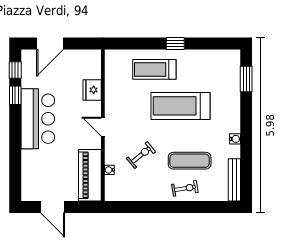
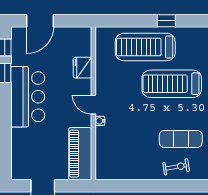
treadmill: (154, 69) -> (145, 47), width x1.37, depth x1.38
exercise bike: (141, 155) -> (132, 133), removed
water cooler: (109, 170) -> (100, 121), moved

